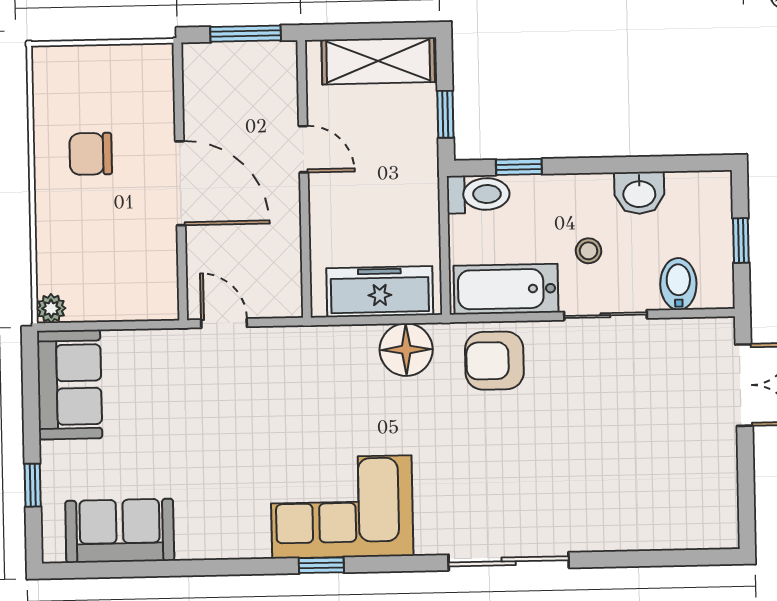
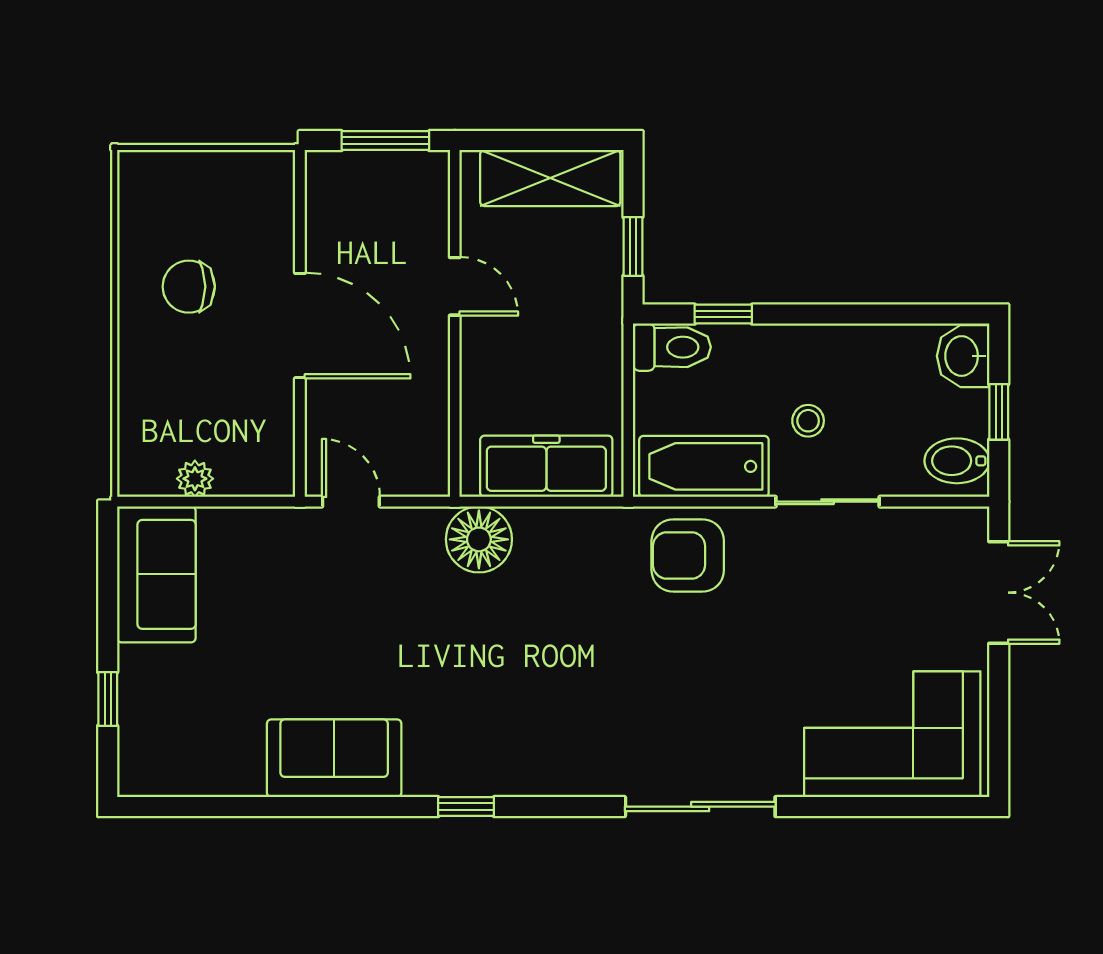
washbasin: (639, 193) -> (963, 356), moved, turned 90
bidet: (678, 284) -> (957, 461), moved, turned -90
plant: (51, 308) -> (195, 479), moved
floor lamp: (406, 350) -> (479, 539), moved
corner sofa: (342, 507) -> (892, 734), moved
sofa: (120, 531) -> (334, 758), moved

